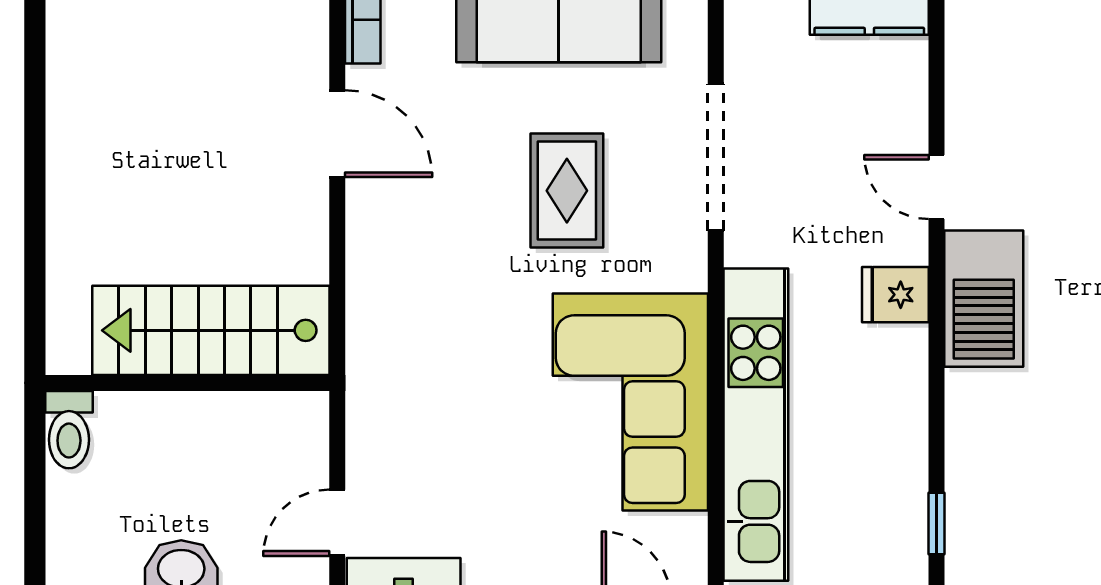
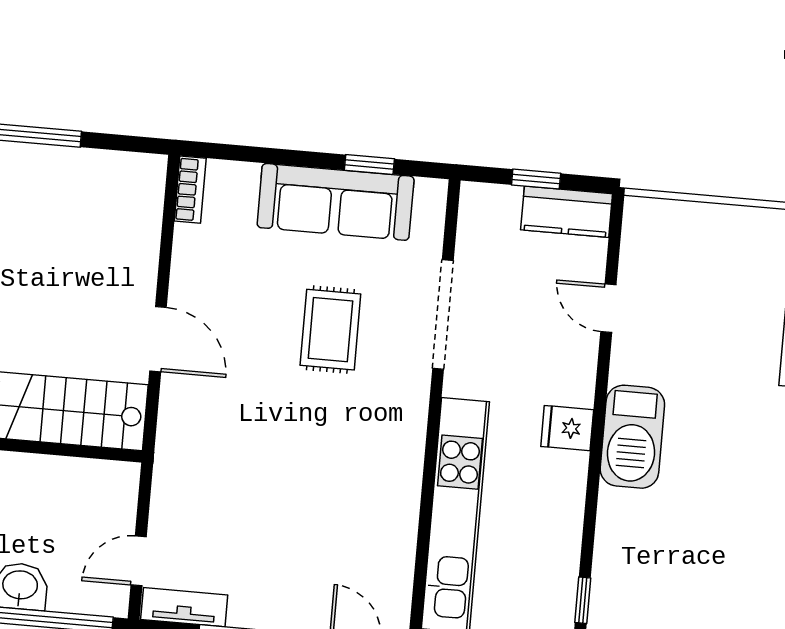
door: (337, 134) -> (158, 339), moved
door: (937, 187) -> (608, 308), moved
corner sofa: (630, 402) -> (364, 490), removed

